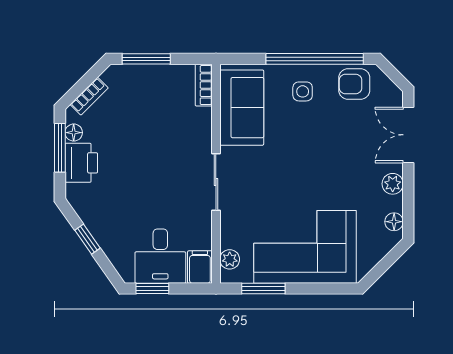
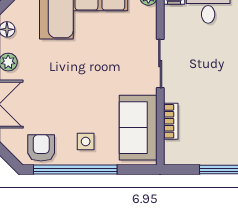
armchair: (354, 84) -> (41, 148), turned -90
bookcase: (204, 85) -> (171, 121), moved

